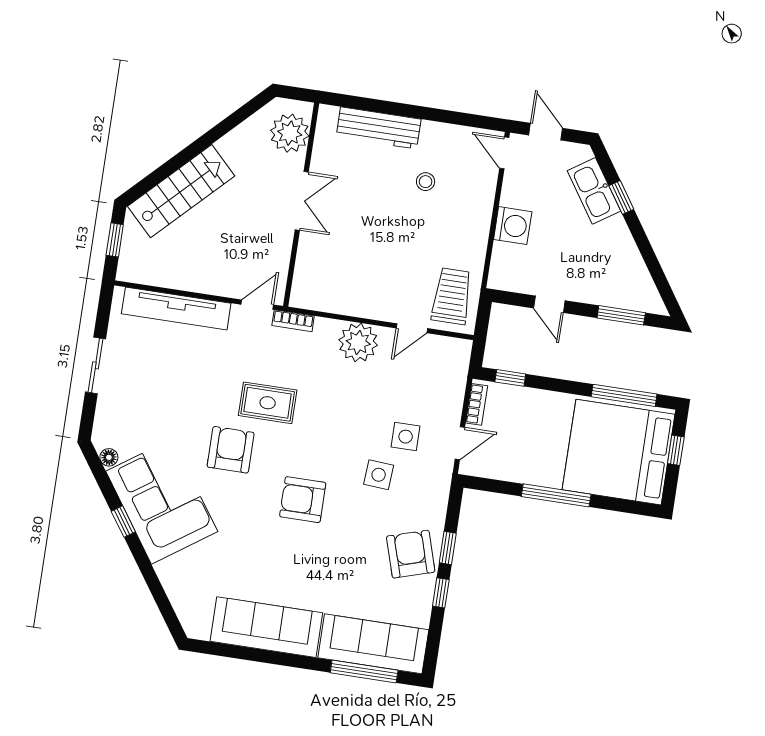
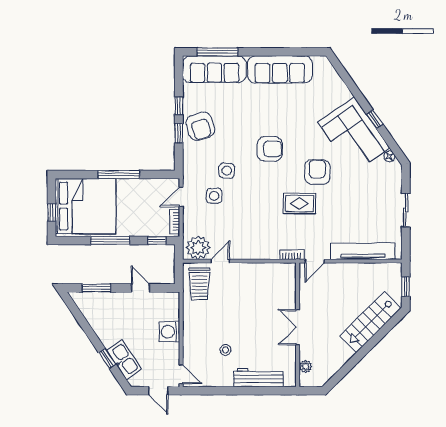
plant: (290, 133) -> (305, 366), width x0.53, depth x0.53
plant: (358, 343) -> (198, 248), moved
window: (624, 395) -> (110, 240), moved
armchair: (231, 450) -> (317, 172), turned 180

